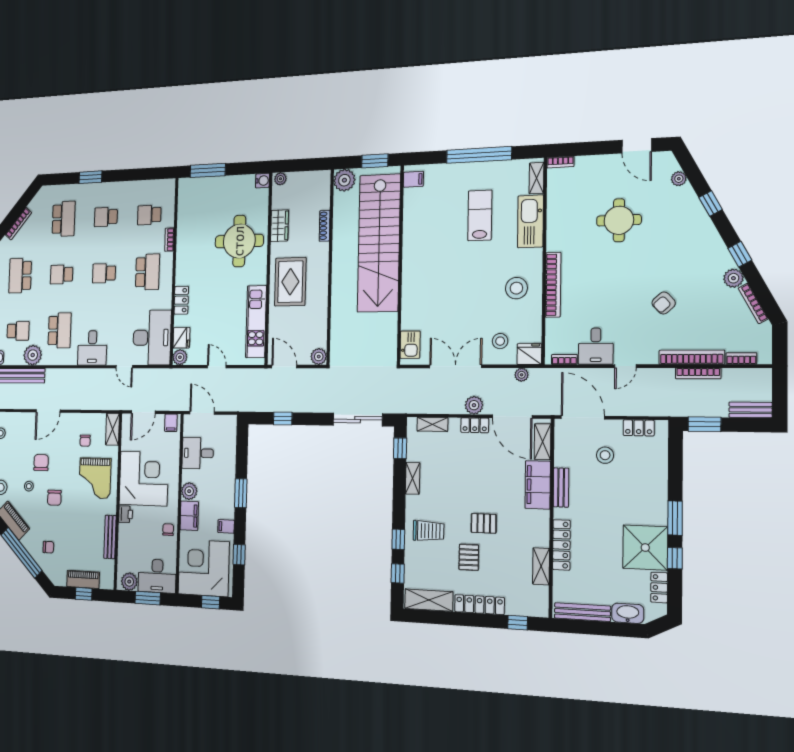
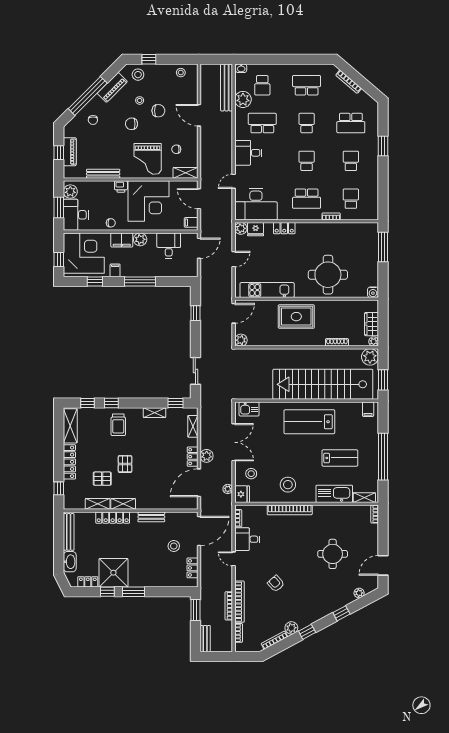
plant: (280, 179) -> (374, 341), moved
wardrobe: (279, 226) -> (372, 324), moved, turned 90
lab bench: (429, 260) -> (309, 422), added
school desk: (60, 330) -> (262, 123), turned 180
sliding door: (358, 420) -> (195, 371), width x0.73
shelving: (543, 442) -> (123, 504), moved
grand piano: (95, 478) -> (148, 159), turned -90
filing cabinet: (538, 485) -> (153, 501), removed
window: (241, 493) -> (140, 281), width x1.44
pallet: (469, 557) -> (102, 479), moved

